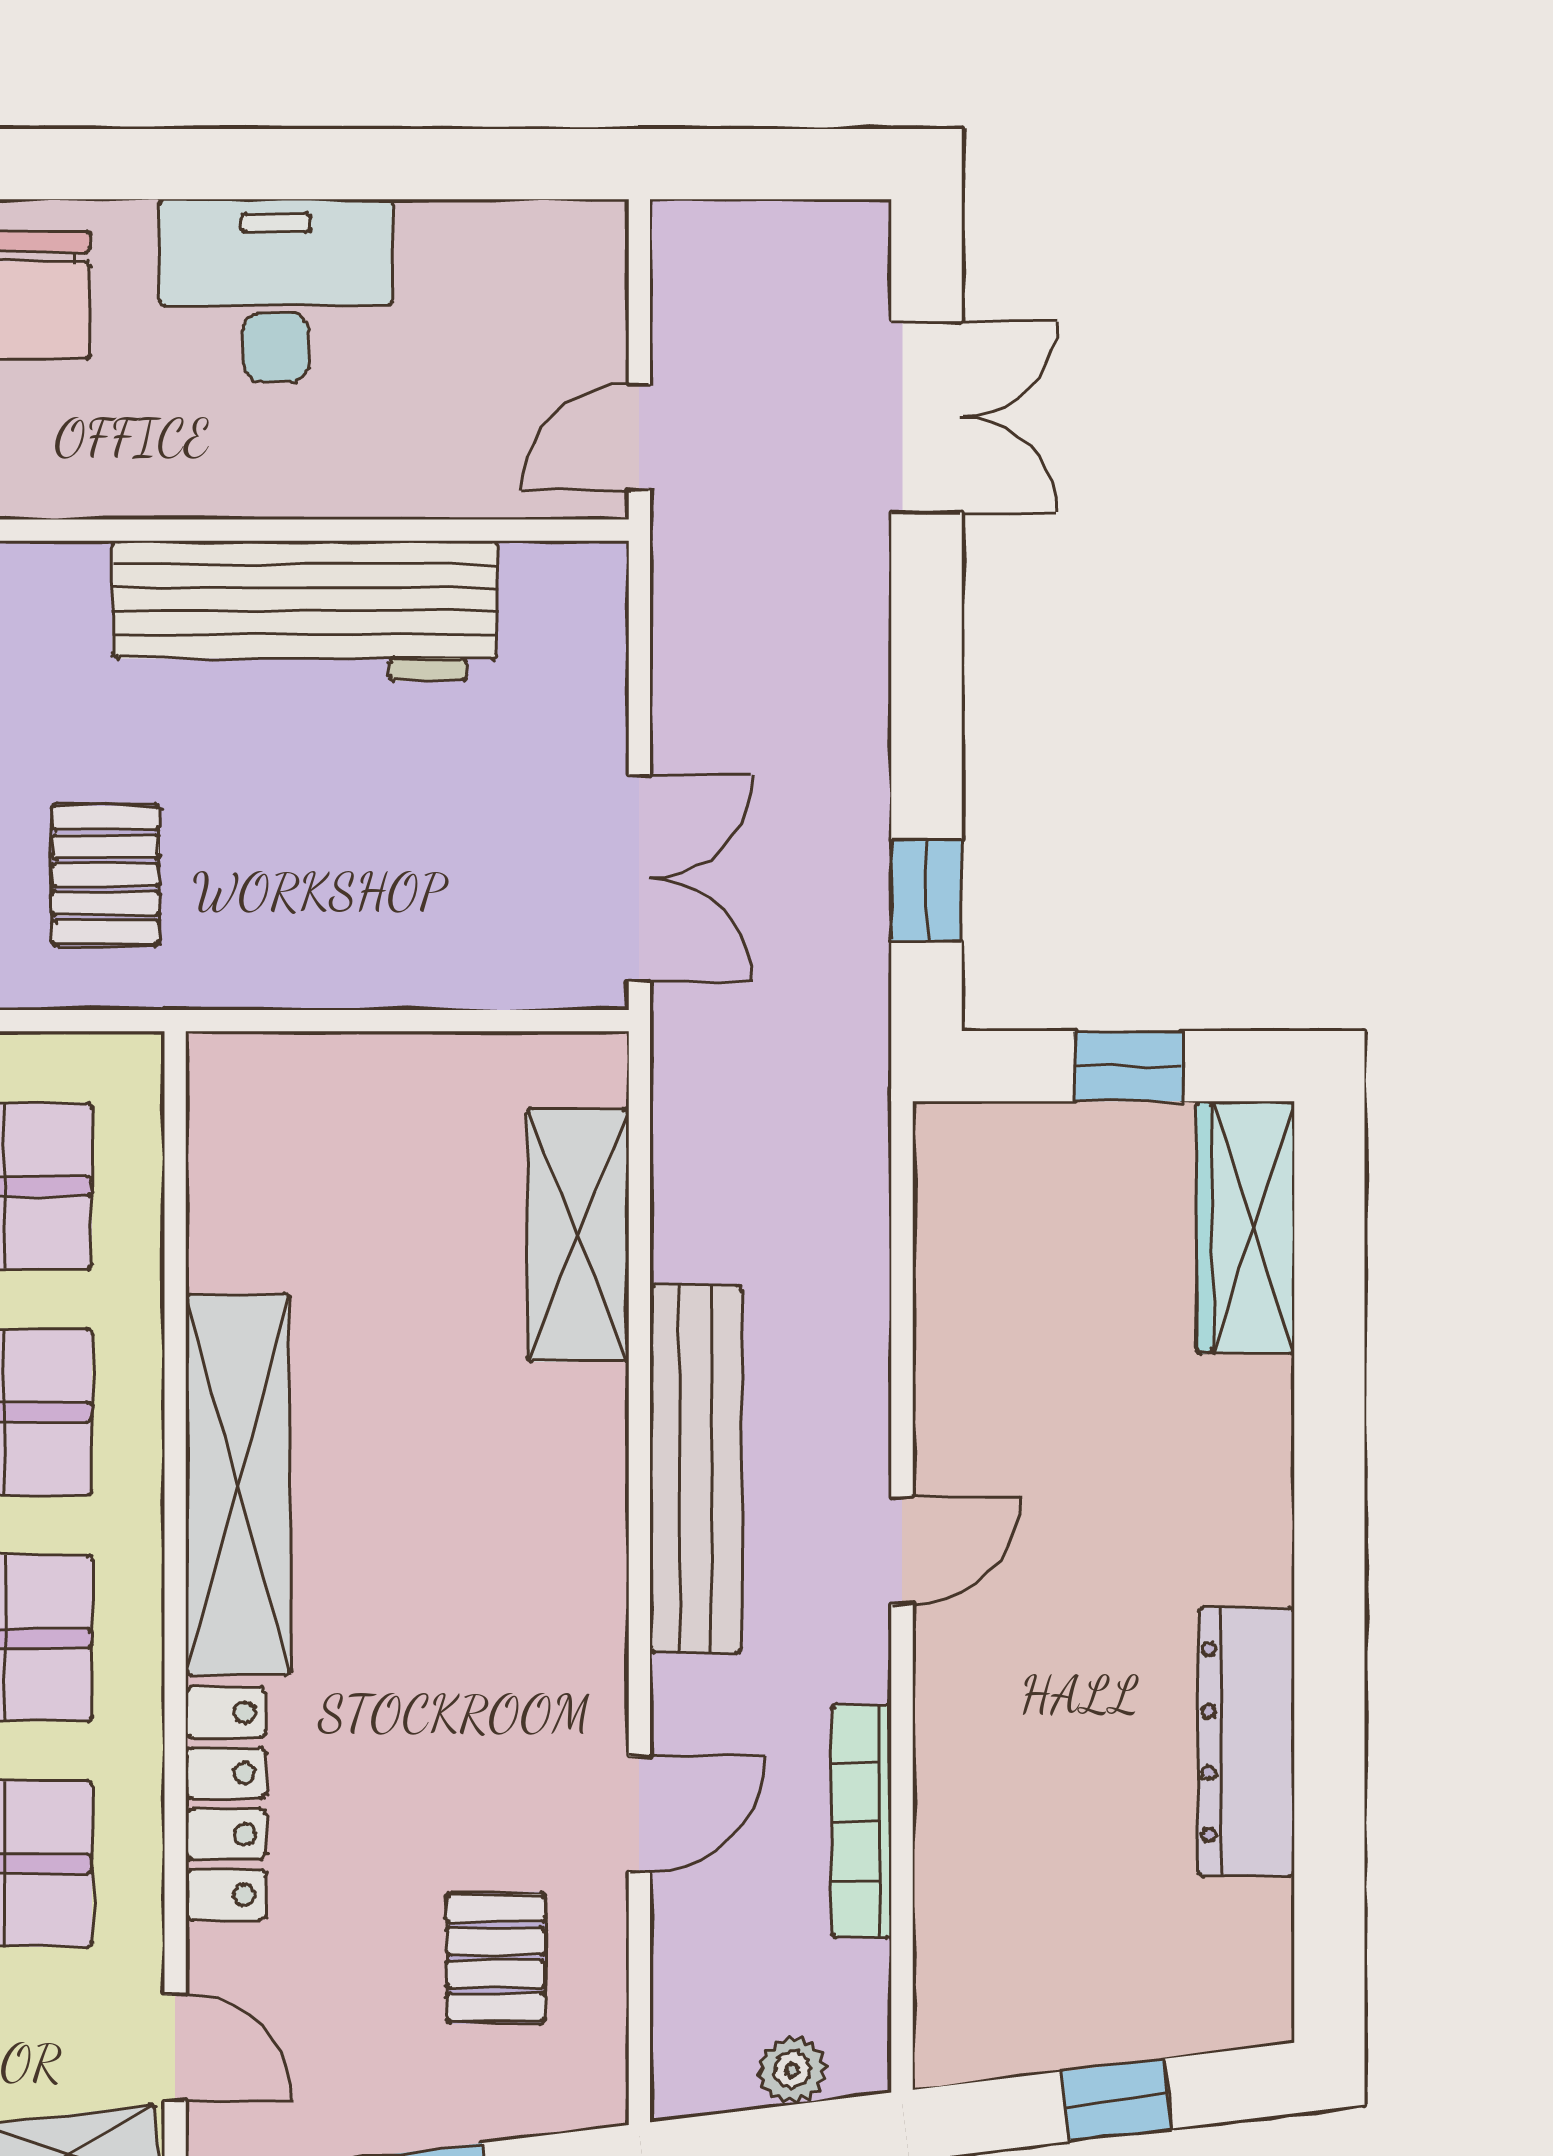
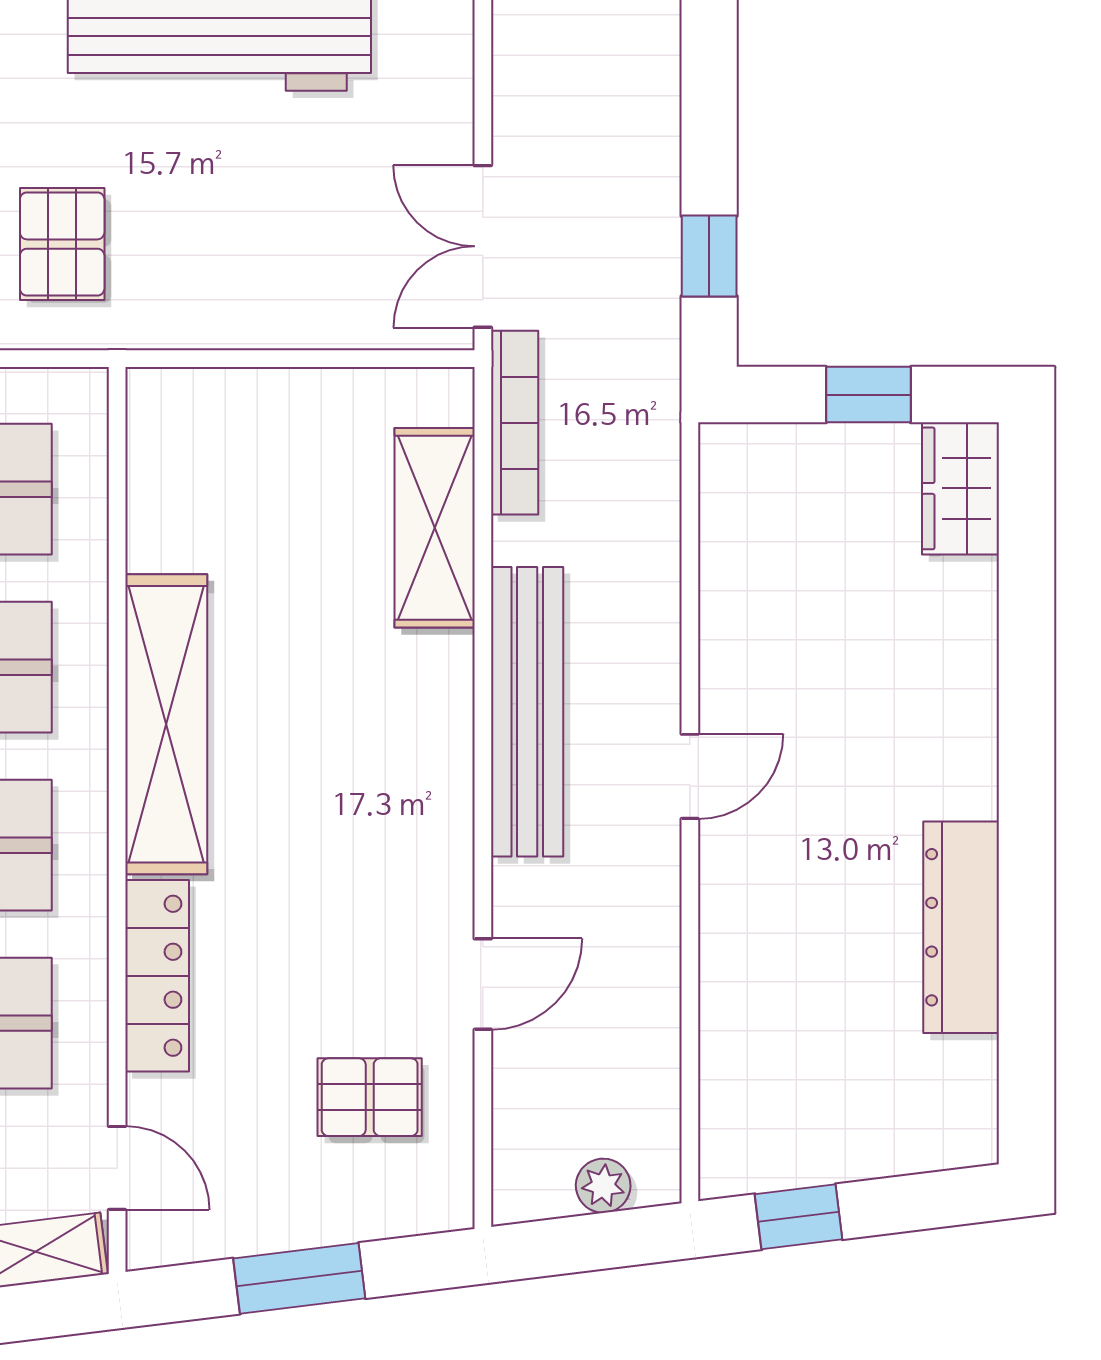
double door: (639, 878) -> (483, 246), swing flipped
wardrobe: (1246, 1227) -> (961, 488), width x0.67
bookcase: (862, 1821) -> (515, 423), moved, turned 180
pallet: (496, 1958) -> (370, 1097), turned 90
window: (1117, 2100) -> (799, 1217), moved

